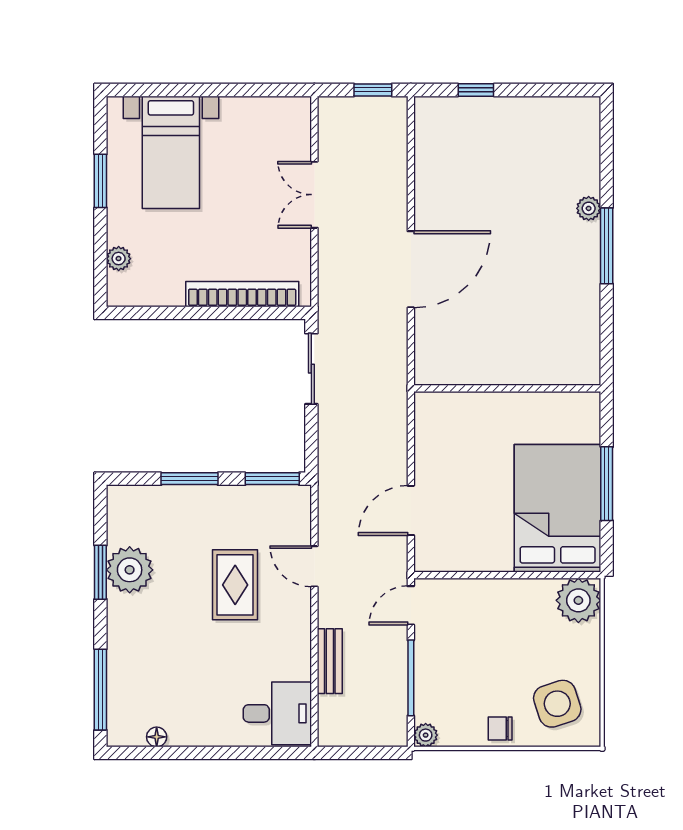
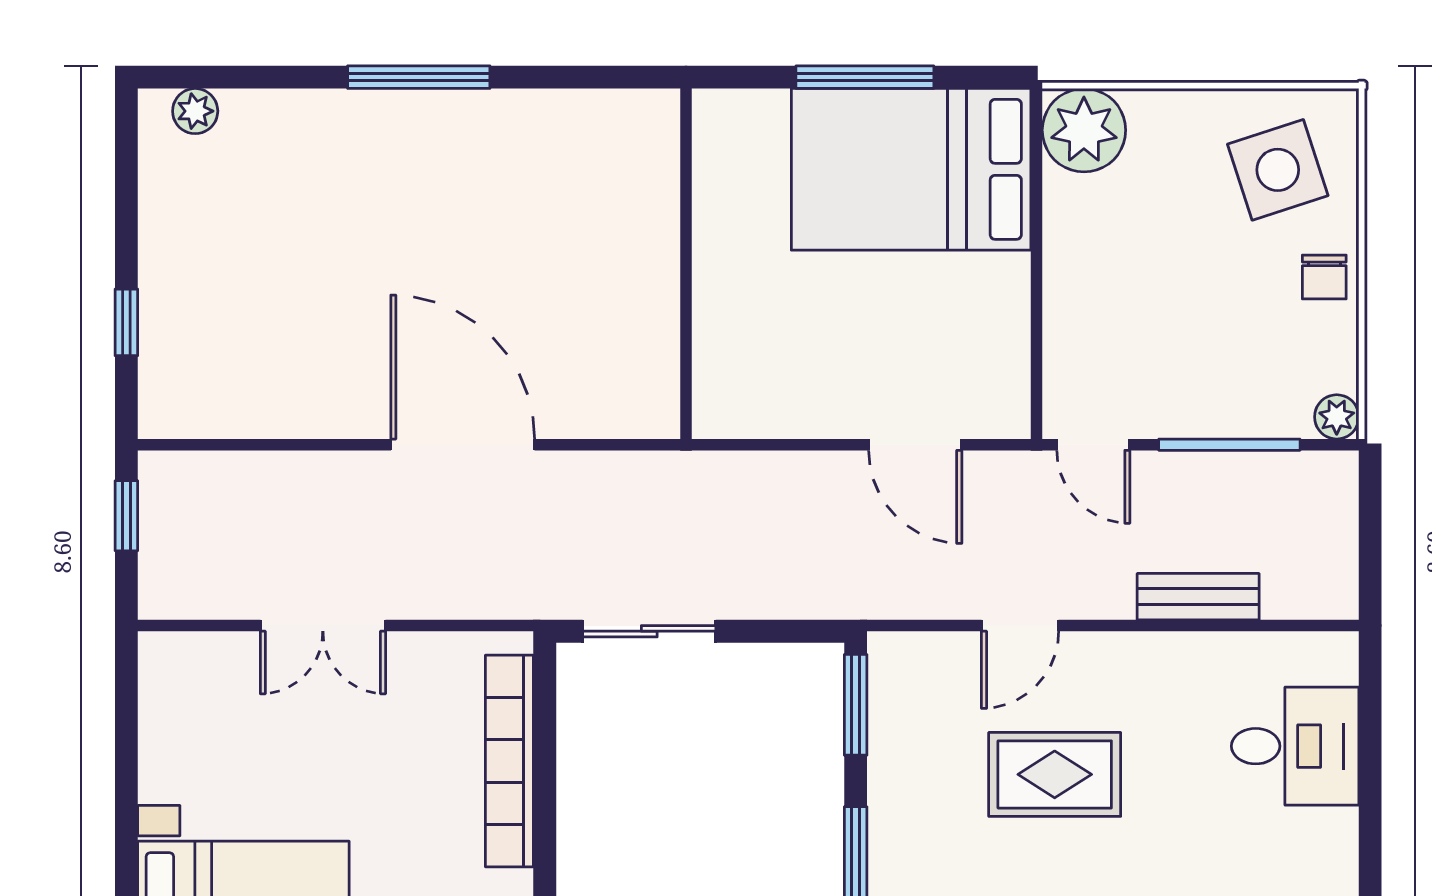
plant: (589, 208) -> (195, 111), moved
desk: (277, 713) -> (1295, 746), moved, turned 90

